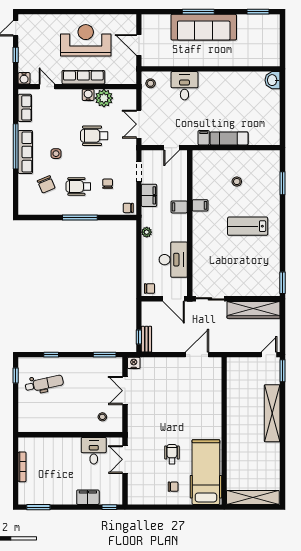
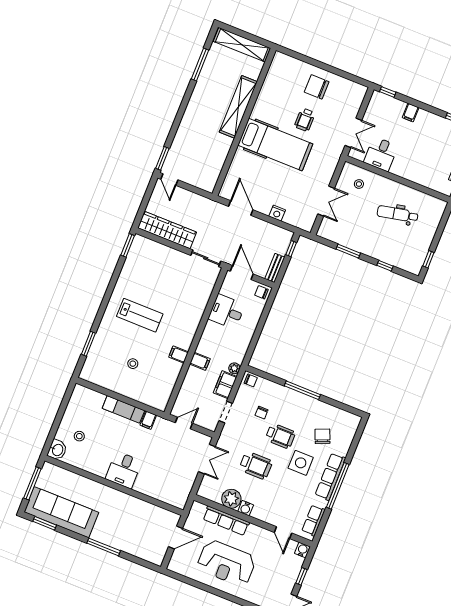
sofa: (204, 27) -> (61, 512), moved
window: (283, 42) -> (32, 483), added
door: (139, 45) -> (176, 537), hinge flipped
row of seats: (83, 77) -> (226, 521), moved
stool: (151, 83) -> (79, 436), moved
desk: (184, 86) -> (124, 470), moved
side table: (56, 154) -> (301, 463), width x1.87, depth x1.87
wheelchair: (78, 186) -> (280, 436), moved
plant: (147, 232) -> (234, 368), moved
desk: (173, 260) -> (227, 312), width x0.73
bench: (146, 339) -> (275, 268), moved
window: (105, 355) -> (348, 251), moved
door: (197, 355) -> (241, 208), swing flipped
door: (269, 355) -> (169, 180), hinge flipped
nightstand: (134, 363) -> (277, 213), moved
dental chair: (44, 384) -> (398, 214), moved
shelving: (272, 413) -> (238, 107), moved
window: (283, 466) -> (200, 64), added
hospital bed: (206, 472) -> (275, 145), moved, turned -90
chair: (173, 487) -> (317, 87), width x1.87, depth x1.87
filing cabinet: (88, 497) -> (411, 112), width x0.50

